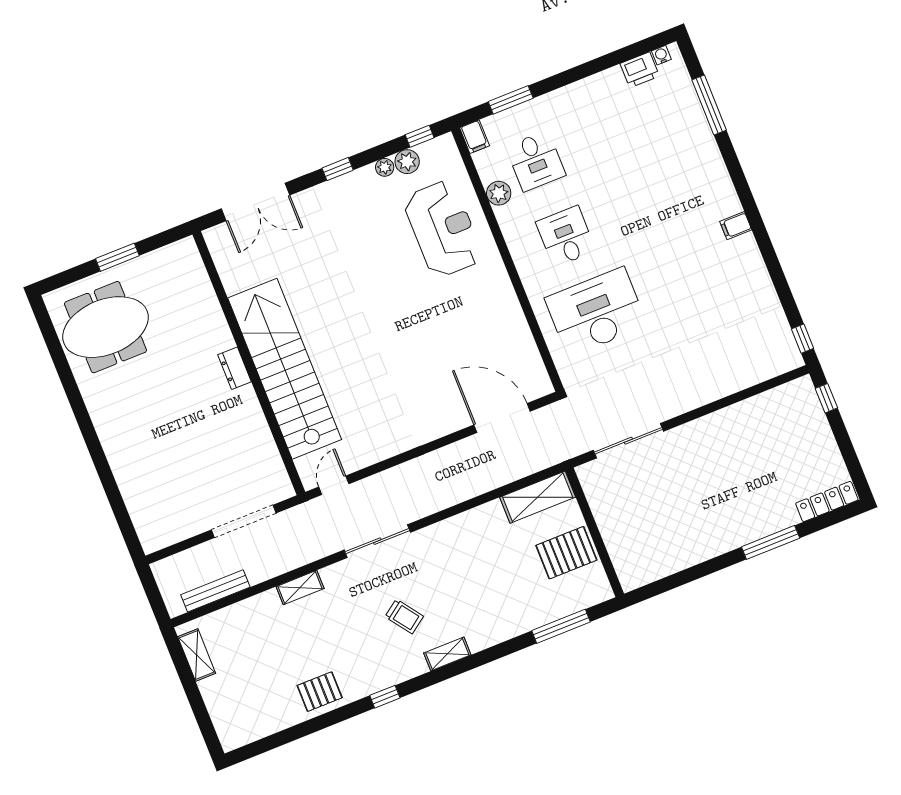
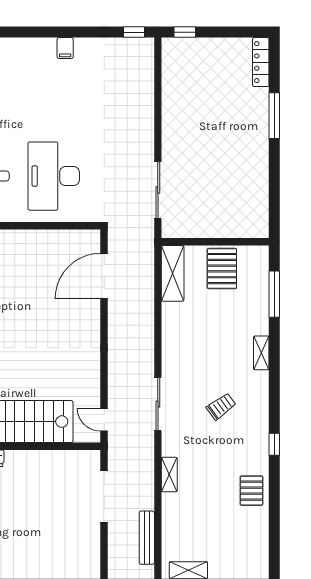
filing cabinet: (736, 226) -> (65, 48), moved
shelving: (447, 654) -> (261, 353), moved

